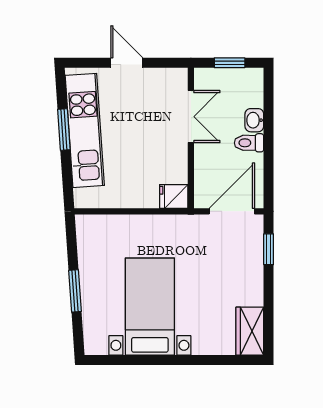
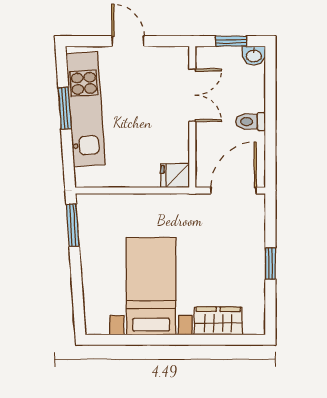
washbasin: (254, 120) -> (254, 56), moved, turned -90
window: (269, 249) -> (270, 264), moved
window: (75, 291) -> (73, 225), moved
wardrobe: (250, 331) -> (218, 321), moved, turned 90

